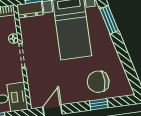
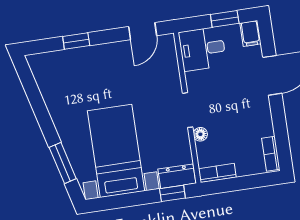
chair: (98, 82) -> (77, 74), removed

